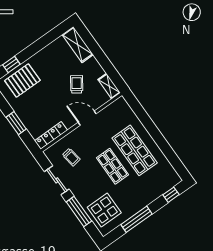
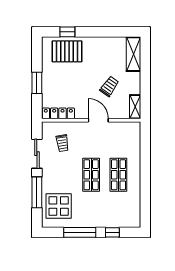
shop shelf: (135, 150) -> (118, 175), width x0.70, depth x0.74
window: (171, 195) -> (112, 232), moved

